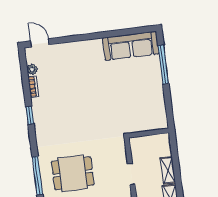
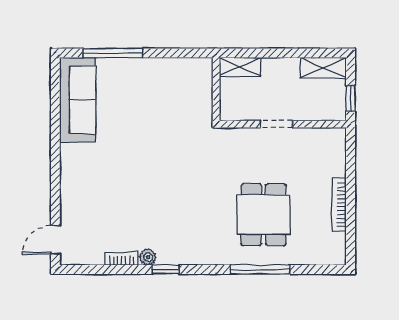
plant: (32, 70) -> (148, 257), moved
shelving: (168, 170) -> (240, 67), moved

